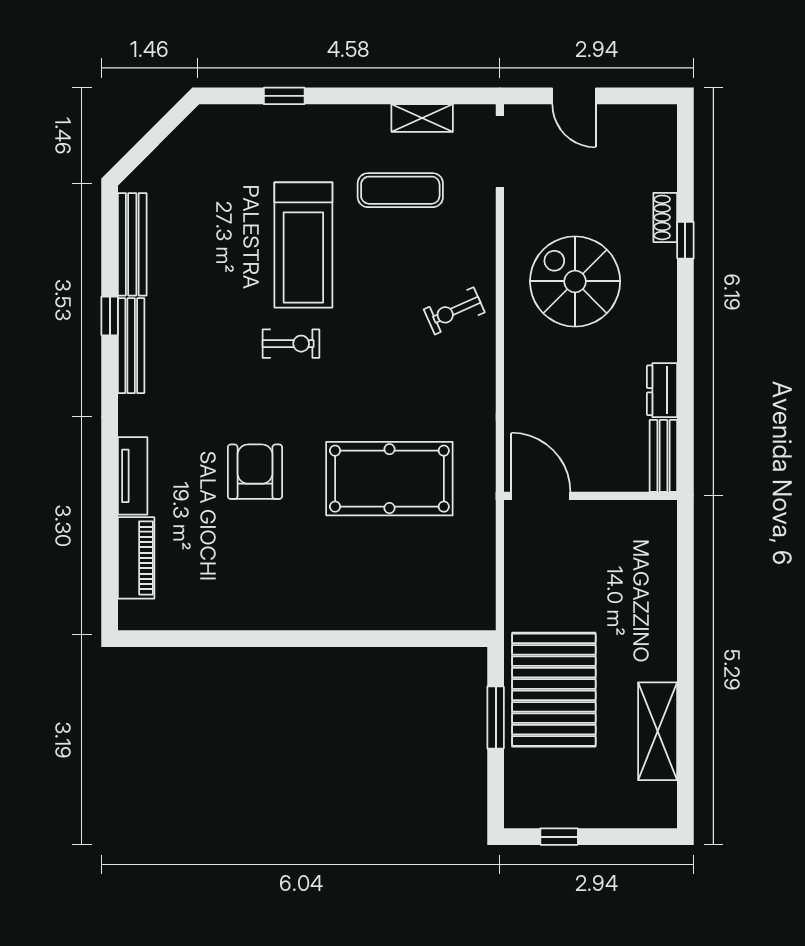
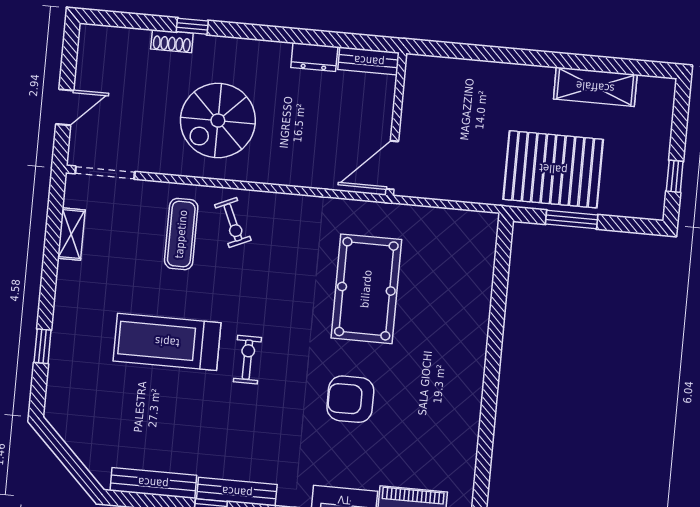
exercise mat: (400, 190) -> (181, 234), moved
treadmill: (303, 245) -> (167, 342), turned 180

